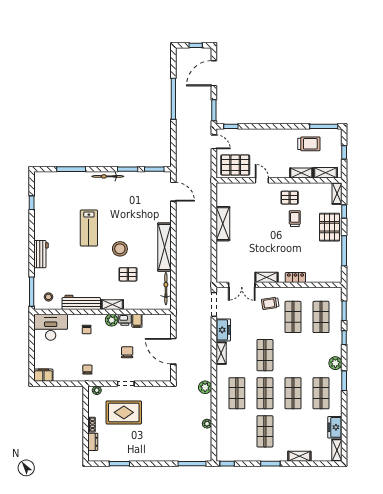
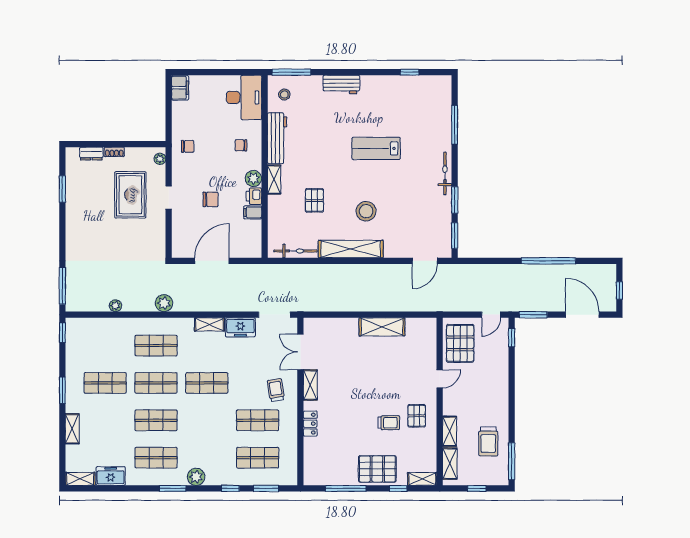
stool: (120, 249) -> (366, 211), moved

